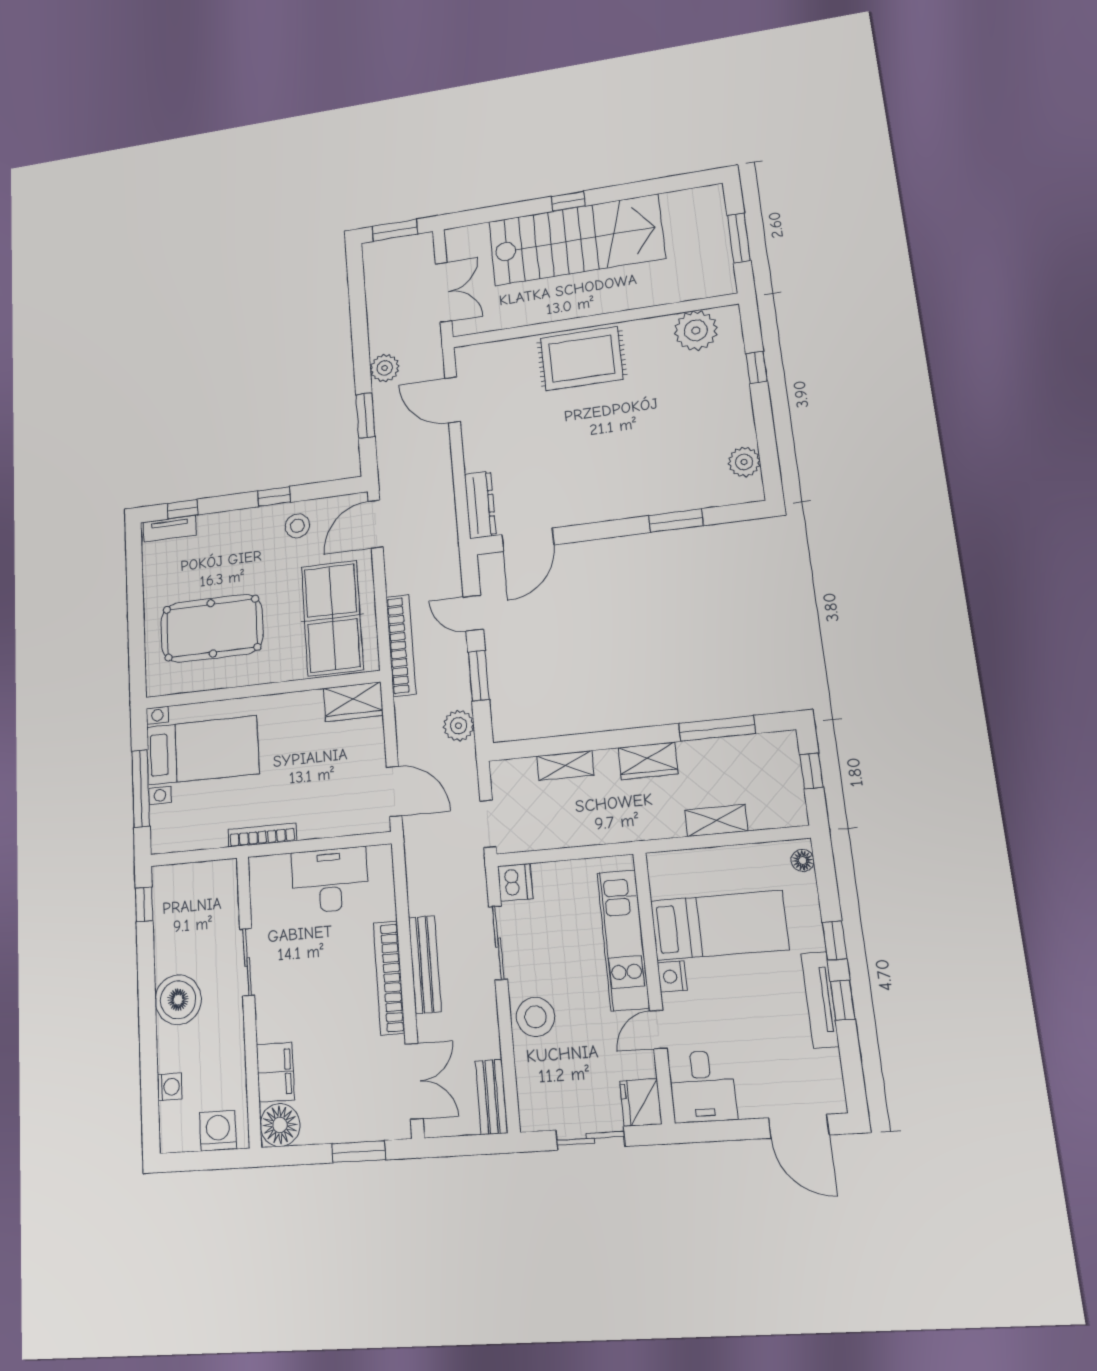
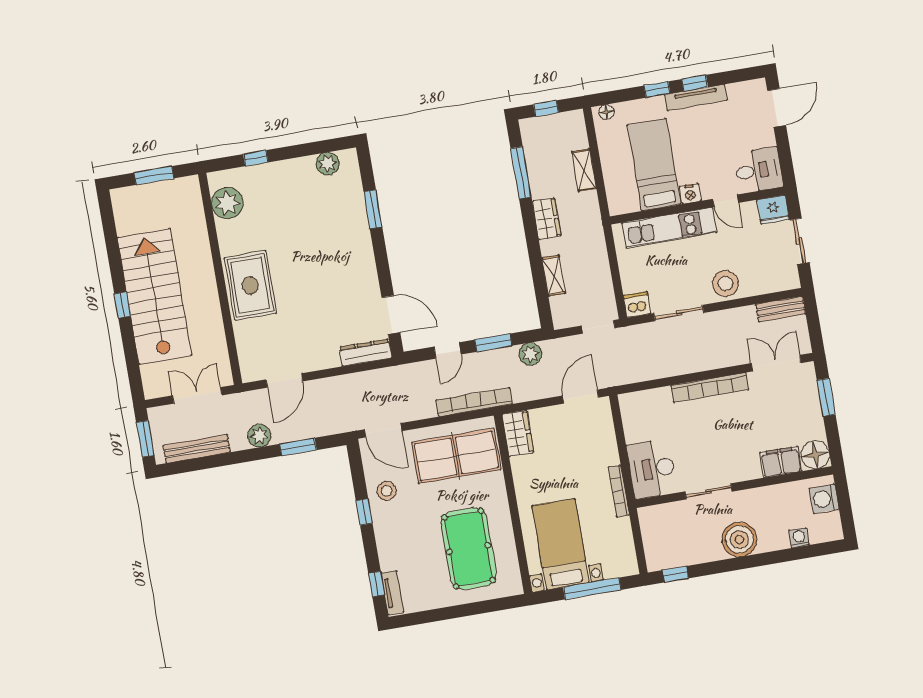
desk: (330, 880) -> (652, 469), moved
bench: (425, 964) -> (197, 449), moved

